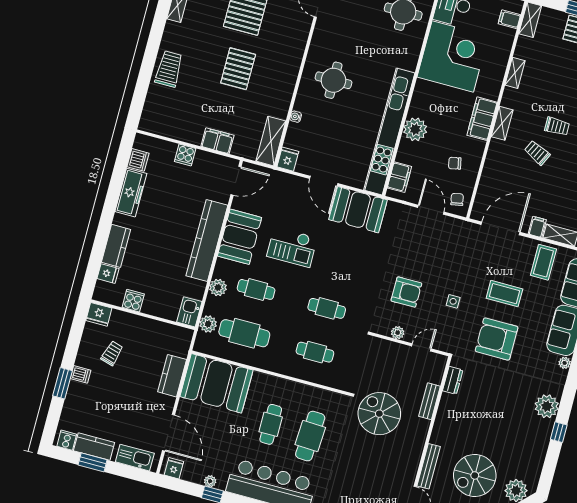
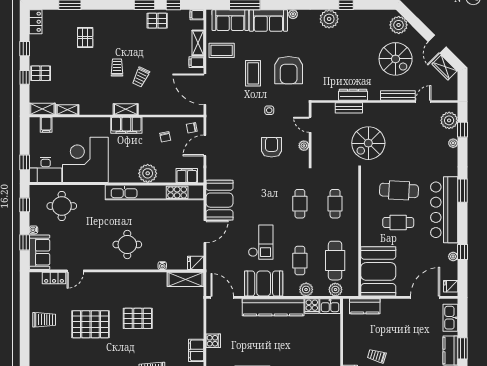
shelving: (515, 73) -> (67, 110), moved
filing cabinet: (217, 141) -> (196, 350), moved
cooker: (133, 301) -> (312, 306), moved, turned -90
kitchen counter: (172, 376) -> (365, 306), moved
dresser: (453, 380) -> (353, 95), moved, width x1.44

